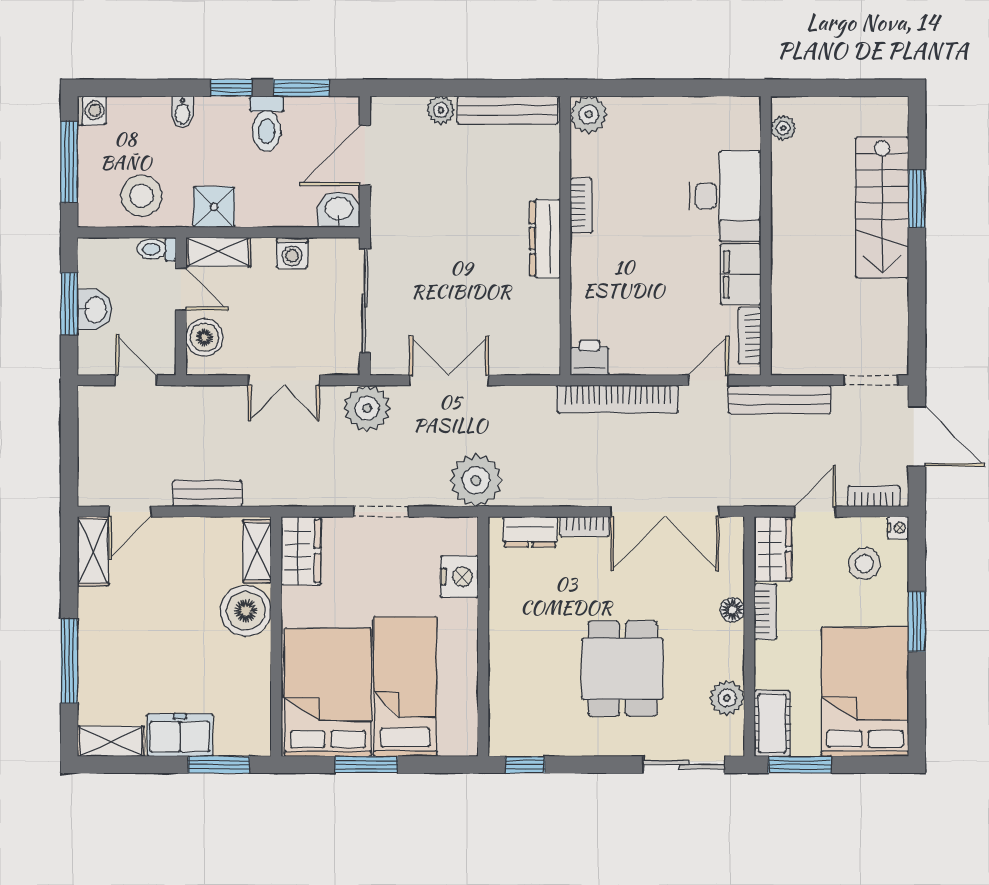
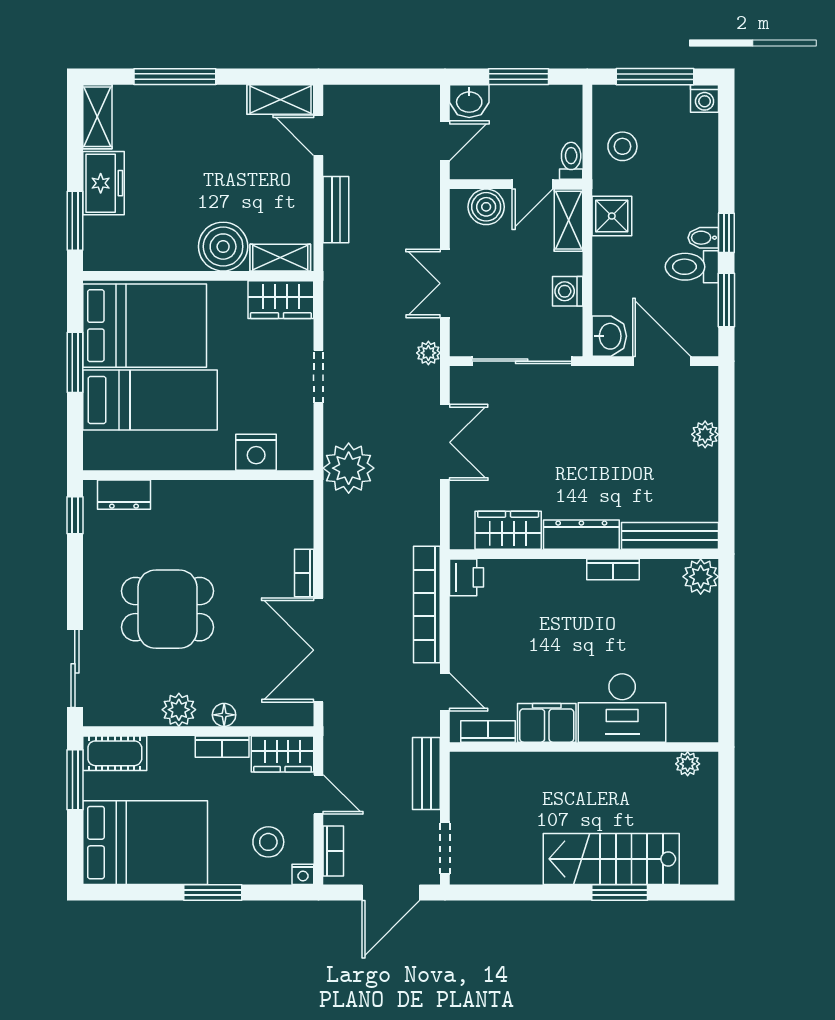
bench: (508, 110) -> (670, 536), moved, turned 90
bidet: (182, 112) -> (703, 238), moved
stool: (142, 196) -> (622, 146), width x0.73, depth x0.73
washbasin: (95, 310) -> (469, 101), moved
wardrobe: (541, 315) -> (508, 530), added
bench: (780, 399) -> (426, 774), width x0.73
plant: (367, 408) -> (428, 353), width x0.53, depth x0.53
dresser: (530, 532) -> (124, 495), moved, turned -90
plant: (727, 698) -> (179, 710), moved

